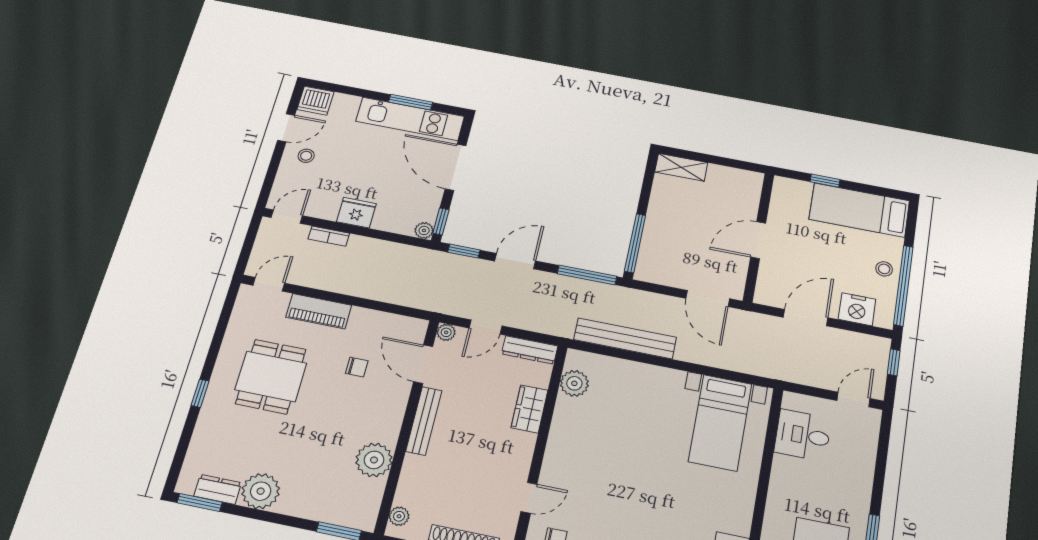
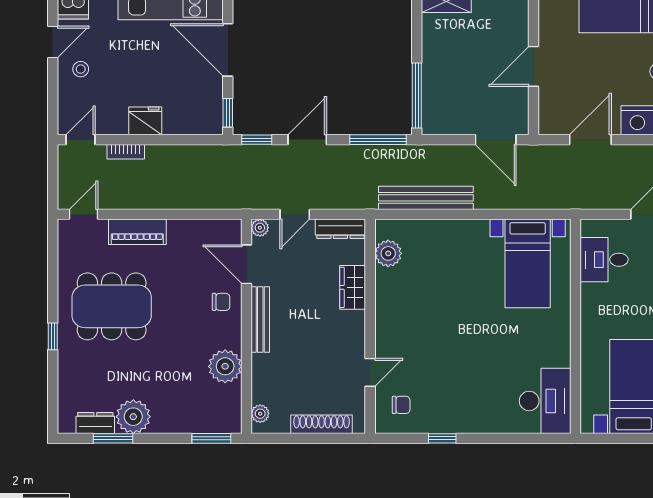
plant: (424, 230) -> (214, 126), removed
chair: (357, 367) -> (221, 302), moved
dining table: (271, 377) -> (112, 306), width x1.38
window: (200, 502) -> (113, 438), moved

